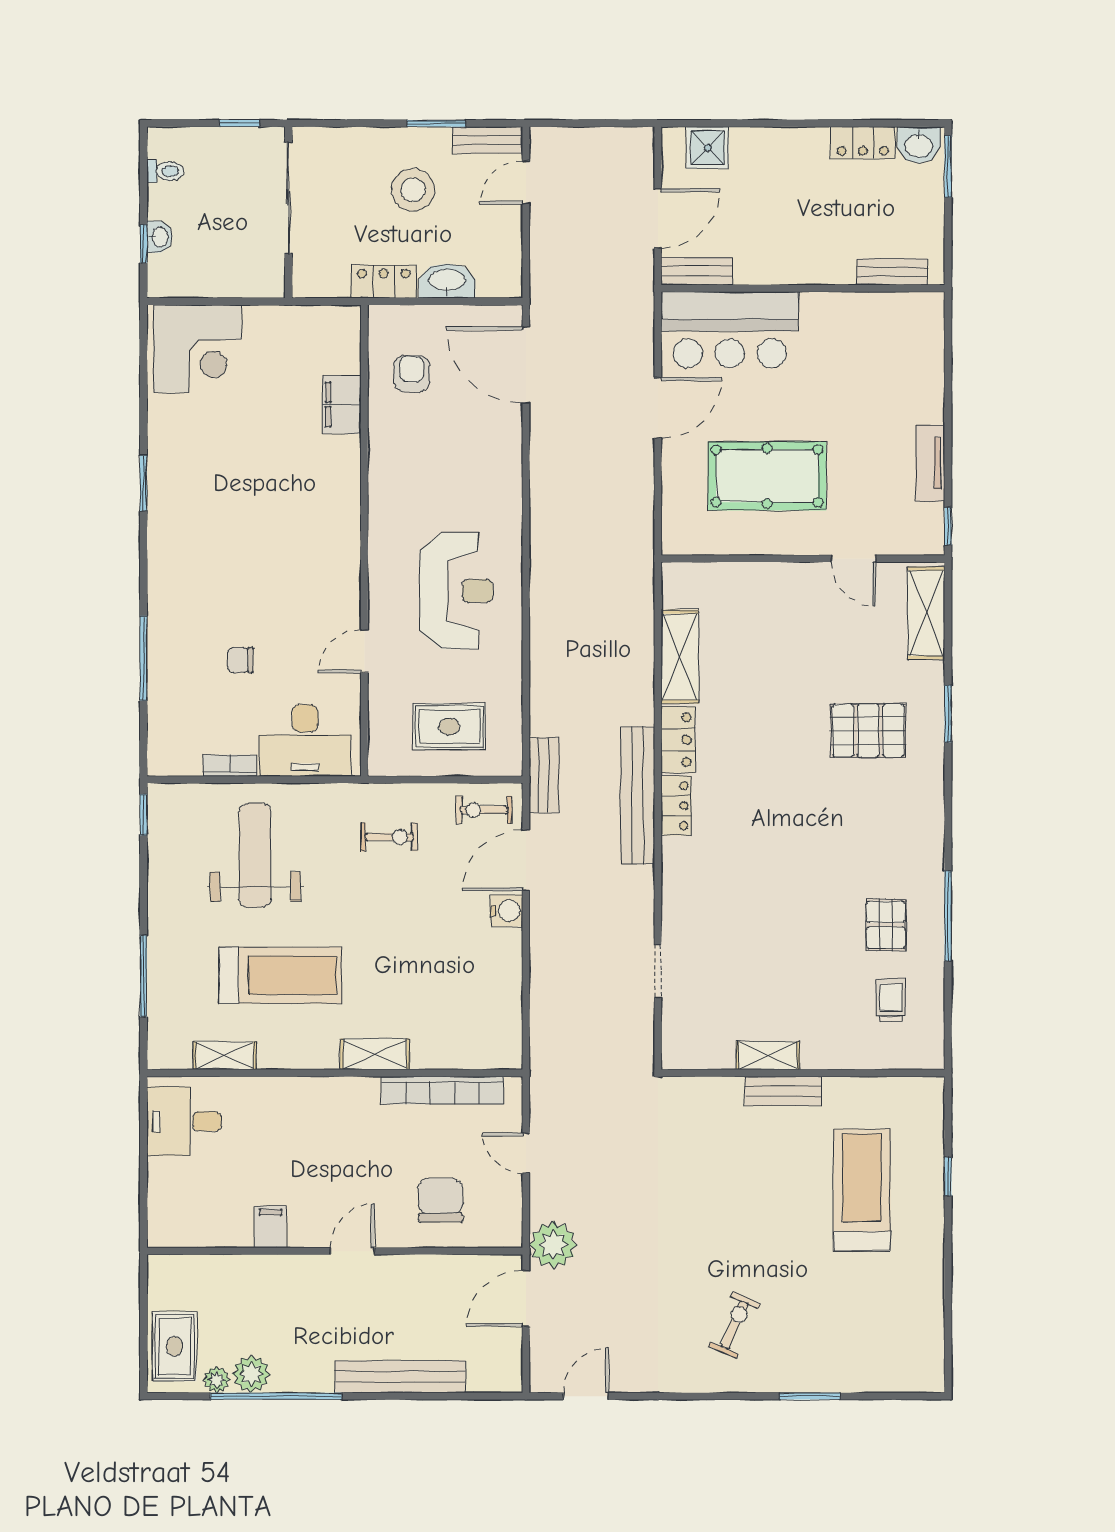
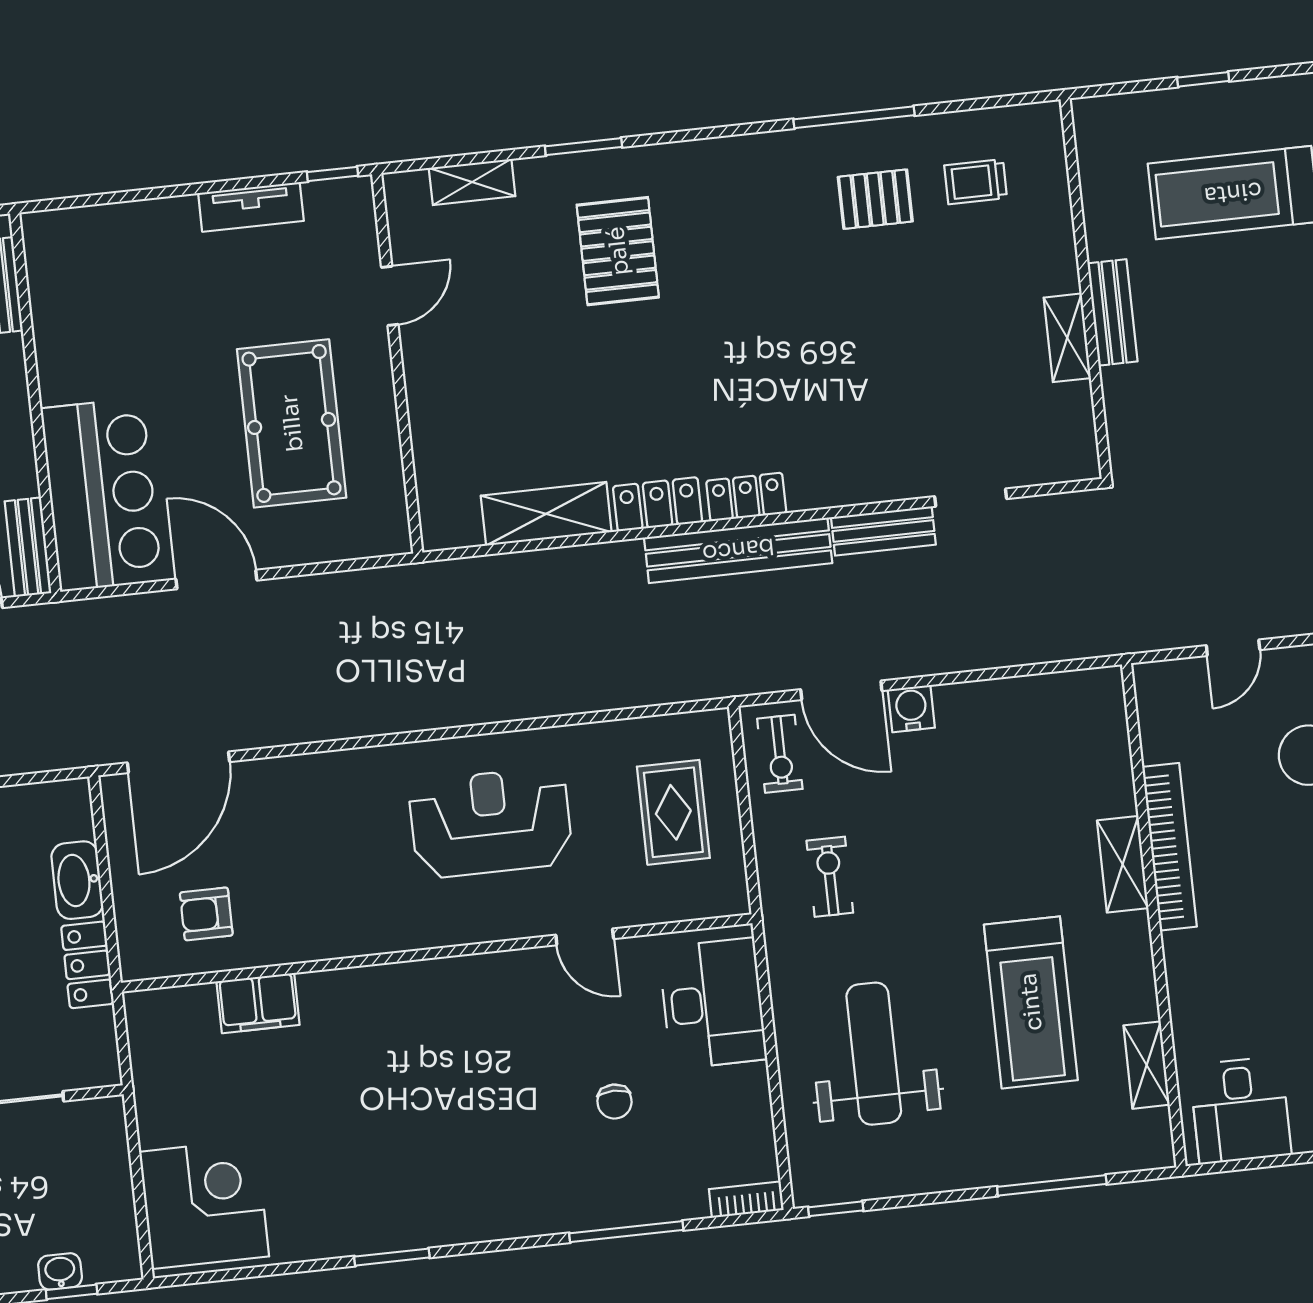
shelving: (926, 613) -> (472, 182), width x0.67, depth x0.75
bookcase: (230, 766) -> (746, 1200), moved, turned 90
bench: (544, 775) -> (883, 531), moved
weight bench: (255, 855) -> (874, 1054), turned 90
treadmill: (280, 975) -> (1031, 1002), turned 180
bookcase: (442, 1090) -> (1170, 847), moved

